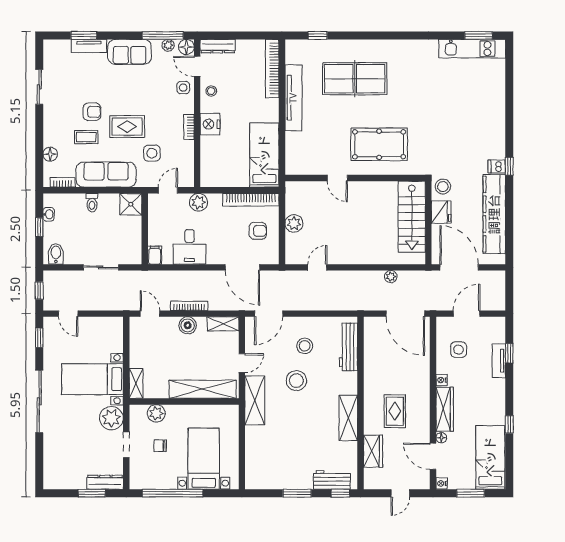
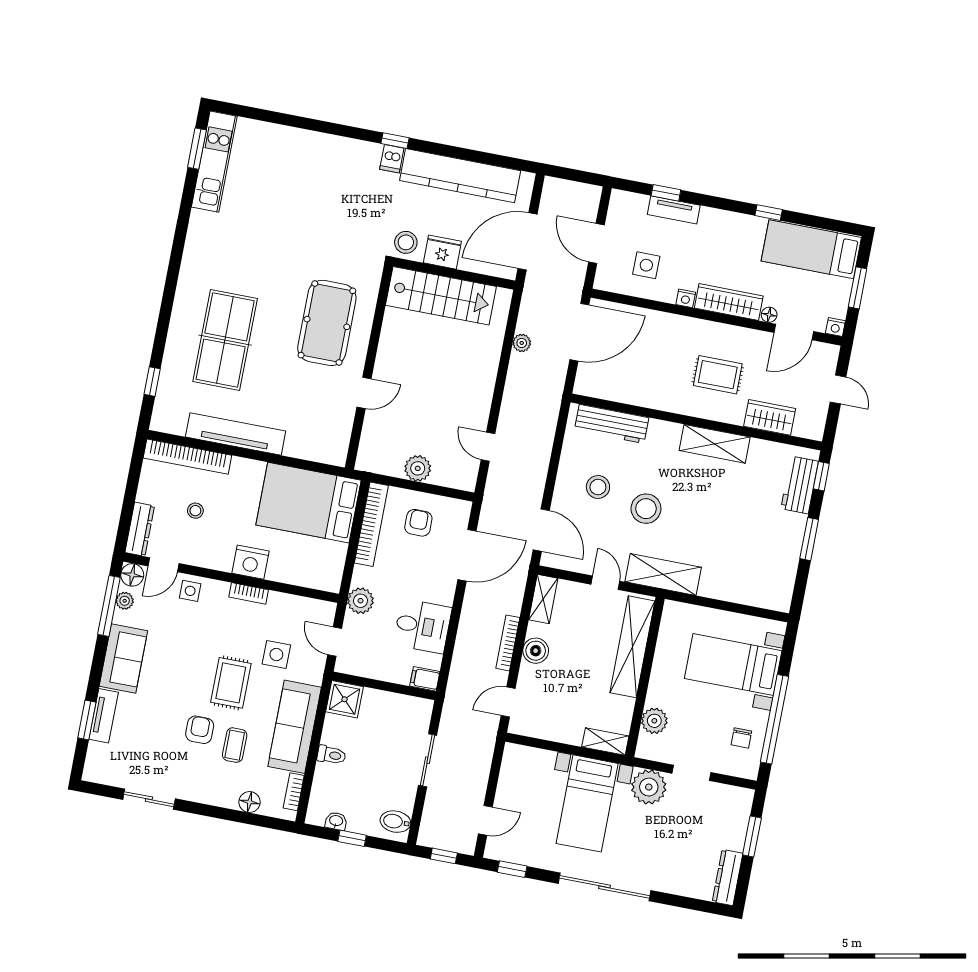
stool: (211, 91) -> (195, 511), moved
bed: (264, 155) -> (308, 503), width x1.50
chair: (160, 446) -> (741, 738), moved
dresser: (105, 482) -> (728, 878), moved

